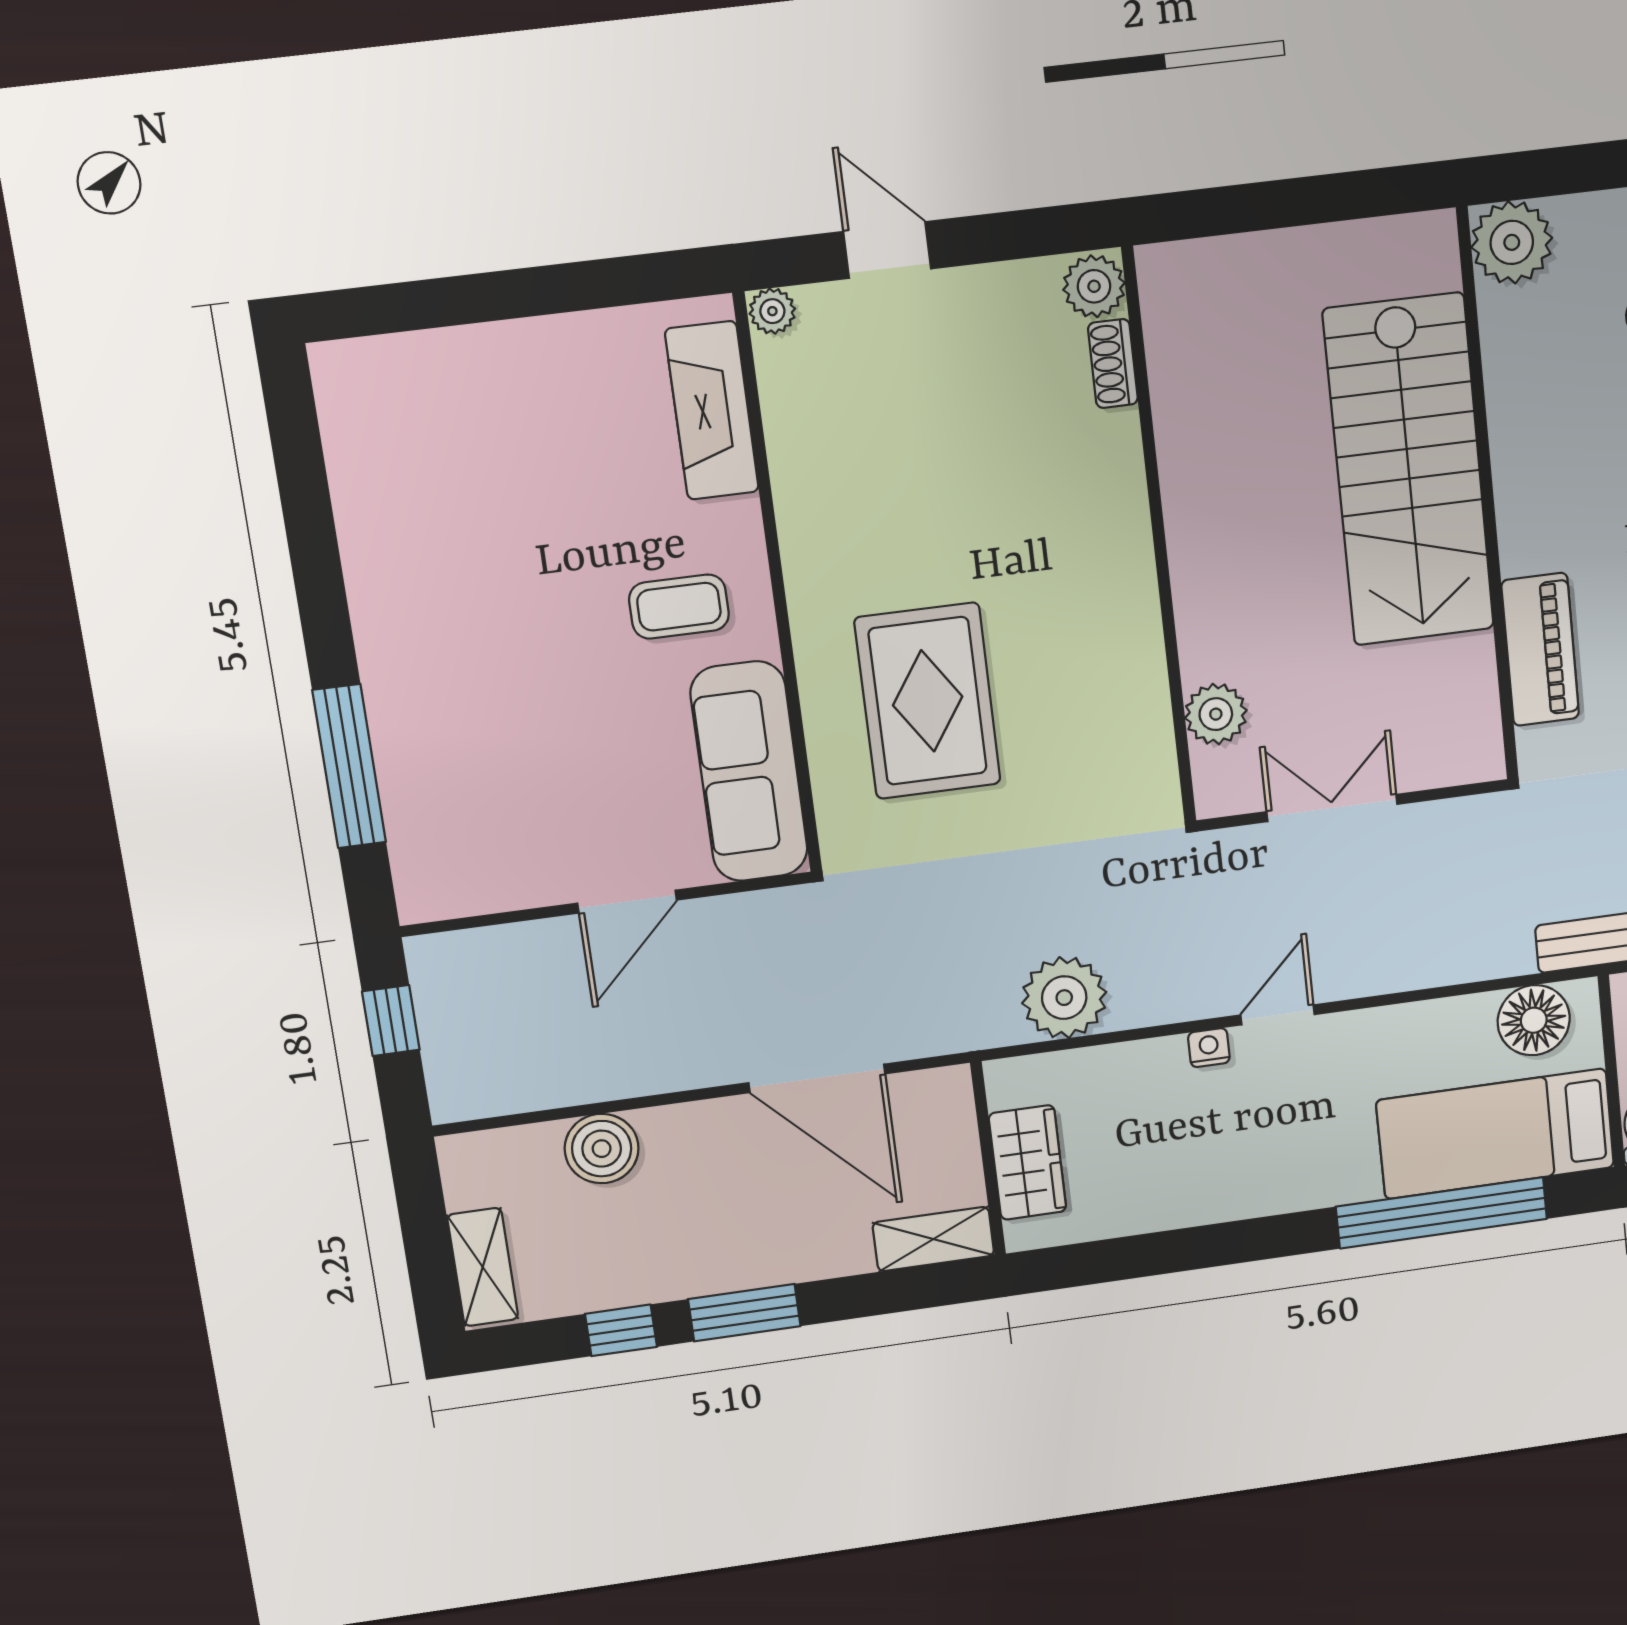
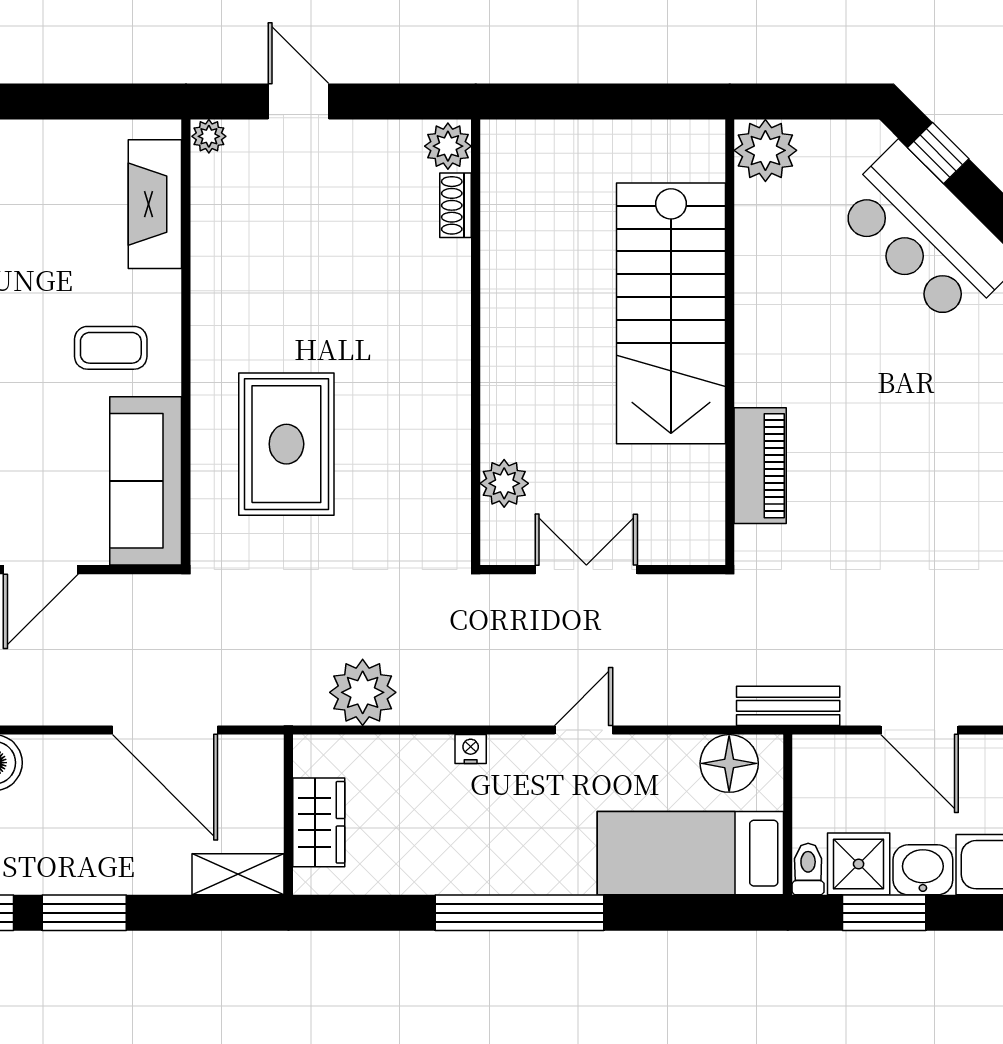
door: (1278, 1015) -> (584, 730), moved
window: (1442, 1213) -> (520, 913), moved

